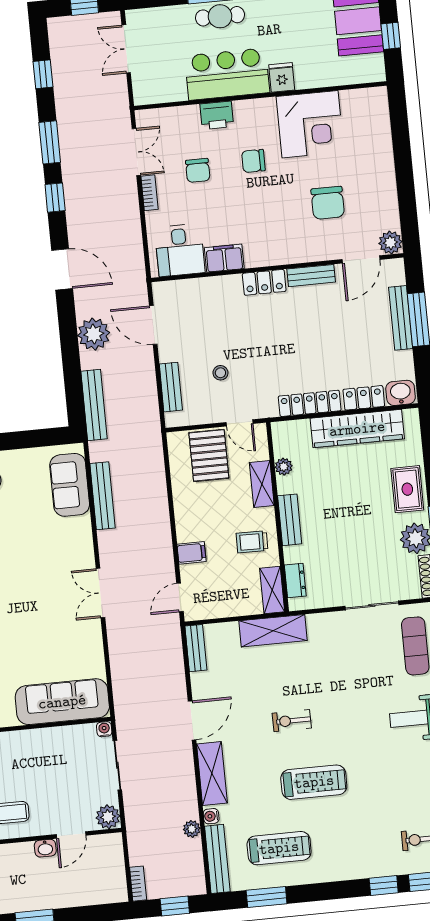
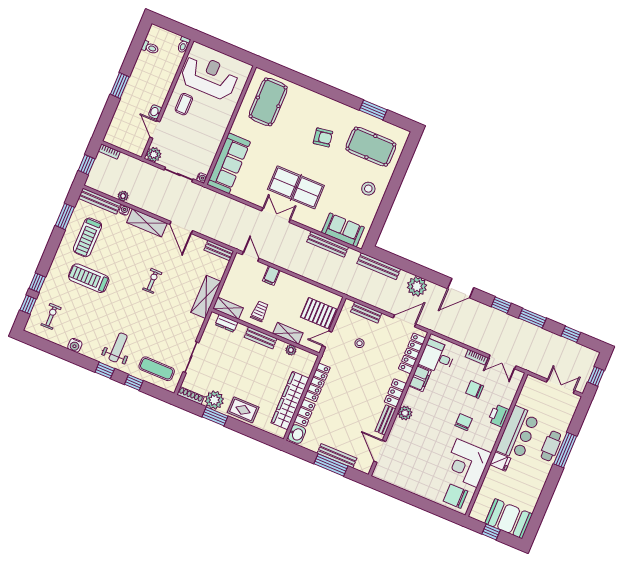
chair: (328, 203) -> (456, 496), moved
plant: (390, 243) -> (405, 413), moved
locker: (194, 289) -> (412, 353), added
table tennis table: (45, 586) -> (296, 187), added
treadmill: (314, 782) -> (89, 278), moved, turned 90

